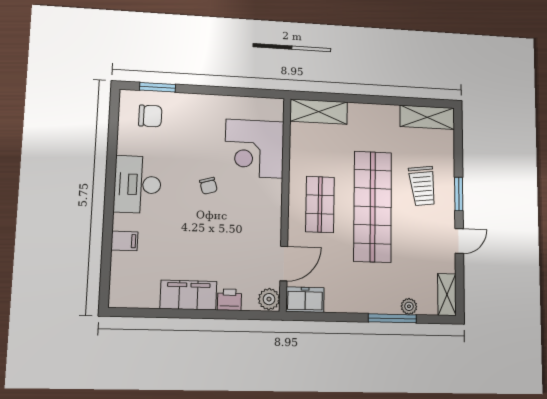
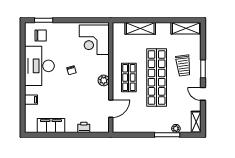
shelving: (319, 112) -> (140, 28), moved
corner desk: (254, 149) -> (94, 40), moved
desk: (137, 184) -> (39, 66), width x1.36, depth x1.30
door: (459, 241) -> (203, 94), swing flipped
filing cabinet: (188, 295) -> (51, 126), moved
plant: (269, 299) -> (104, 80), moved
freezer: (305, 300) -> (122, 126), removed

